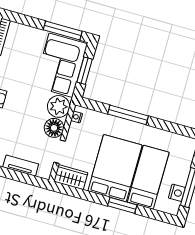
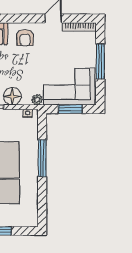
window: (63, 31) -> (100, 61), moved
plant: (59, 106) -> (37, 100), width x0.53, depth x0.53

